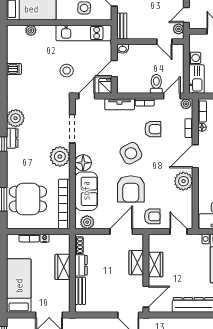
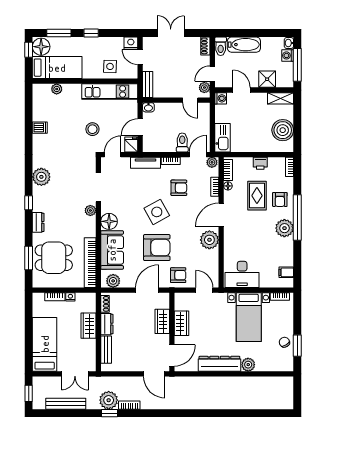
washing machine: (195, 58) -> (221, 98), moved
dresser: (12, 138) -> (38, 222), moved
plant: (60, 156) -> (90, 210), width x0.53, depth x0.53
armchair: (131, 189) -> (157, 248), turned -90

